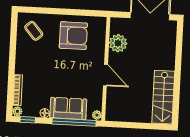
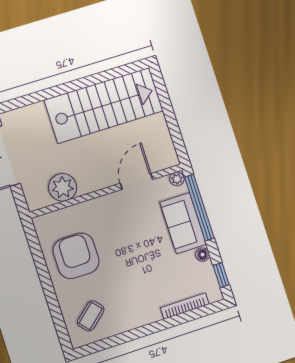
door: (105, 75) -> (136, 181), moved
stairs: (163, 97) -> (104, 105), width x1.36, depth x1.51
plant: (17, 111) -> (215, 295), removed

